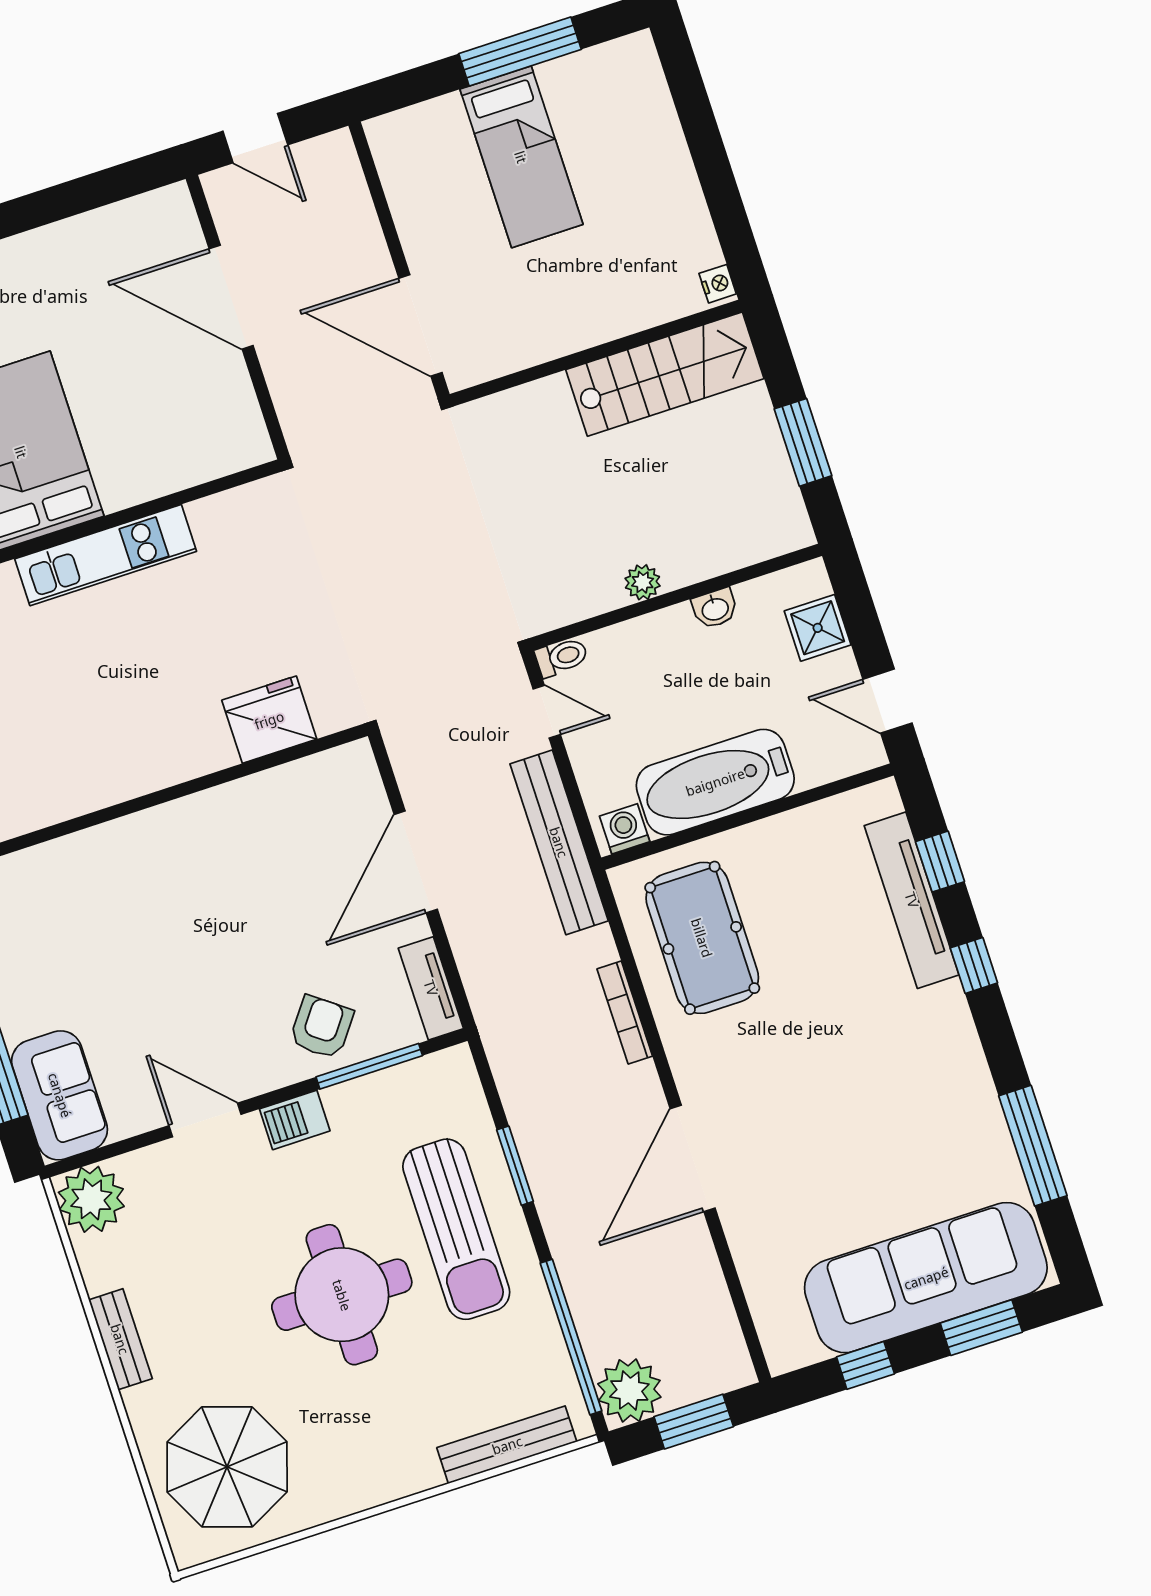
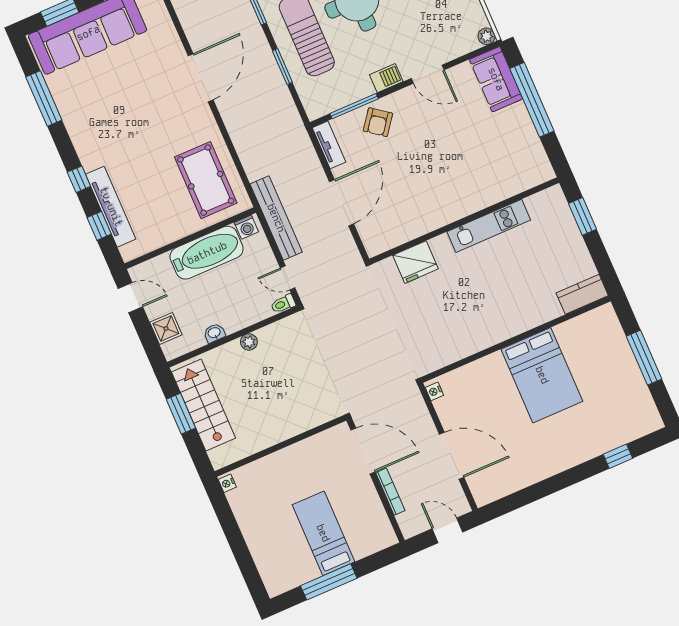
stairs: (665, 374) -> (203, 405), moved, turned 90
nightstand: (255, 439) -> (434, 391), added
kitchen unit: (106, 555) -> (489, 226), moved, turned 180
bookcase: (625, 1012) -> (390, 492), moved
plant: (91, 1199) -> (486, 36), width x0.53, depth x0.53

